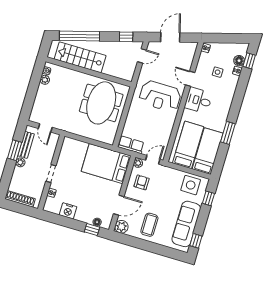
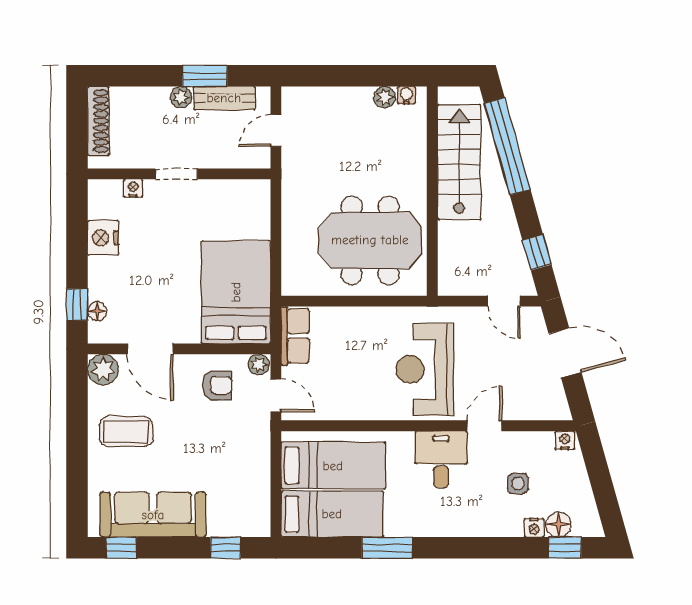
side table: (191, 185) -> (244, 498), removed

